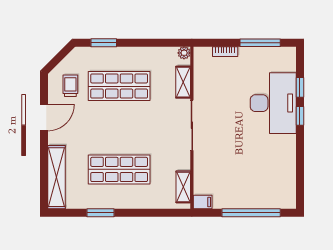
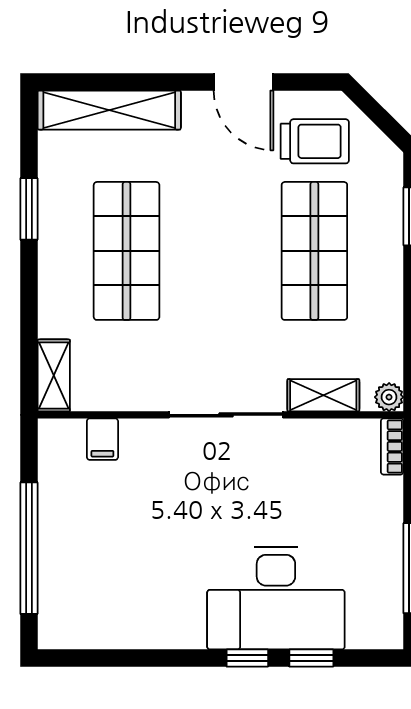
bookcase: (225, 52) -> (392, 446), moved
trolley: (70, 86) -> (315, 141), width x1.36, depth x1.39
shelving: (183, 187) -> (54, 375), moved, turned 90
filing cabinet: (203, 202) -> (102, 439), moved

